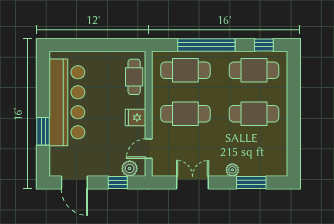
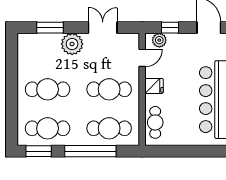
window: (264, 45) -> (39, 151), width x1.50
plant: (232, 170) -> (72, 44), width x1.87, depth x1.87
double door: (193, 183) -> (103, 28), swing flipped

